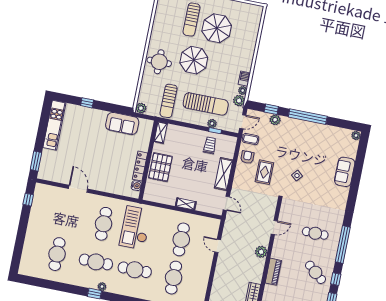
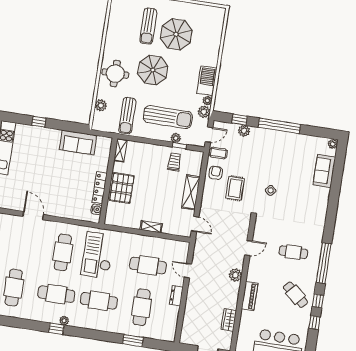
barbecue: (244, 79) -> (207, 81), width x1.88, depth x1.53
plant: (141, 108) -> (101, 105), moved
sofa: (345, 172) -> (324, 171), moved
cafe table: (181, 239) -> (148, 266), turned 90
dresser: (206, 268) -> (176, 296), added

